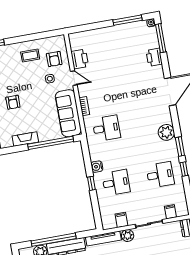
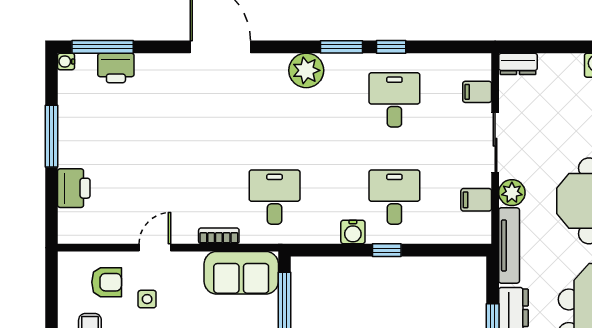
window: (128, 20) -> (52, 136), moved
printer: (154, 57) -> (116, 68), moved
printer: (80, 59) -> (74, 188), moved, turned 90
sofa: (68, 113) -> (241, 273), width x0.73

